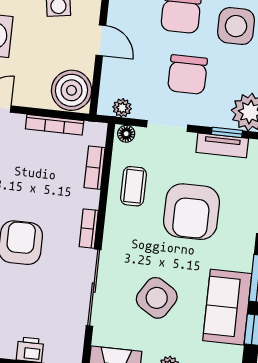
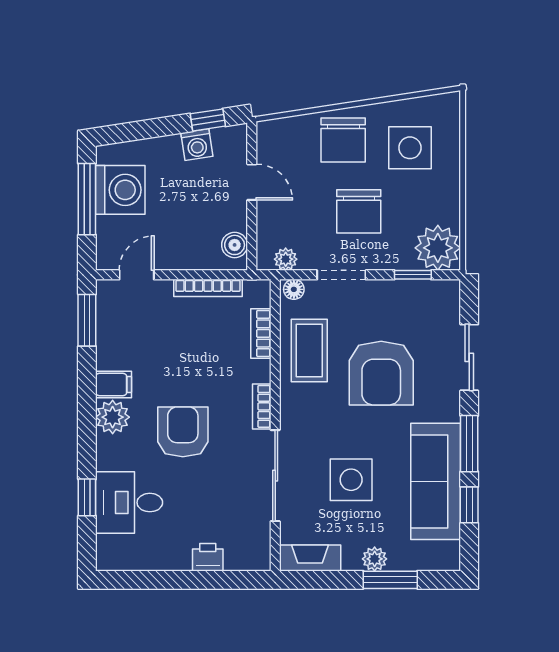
boiler: (71, 90) -> (235, 245), width x0.54, depth x0.54
tv unit: (222, 145) -> (409, 291), removed
coffee table: (134, 186) -> (309, 351), width x1.36, depth x1.30
side table: (157, 298) -> (351, 480), turned -32
sofa: (227, 307) -> (436, 481), width x1.36

